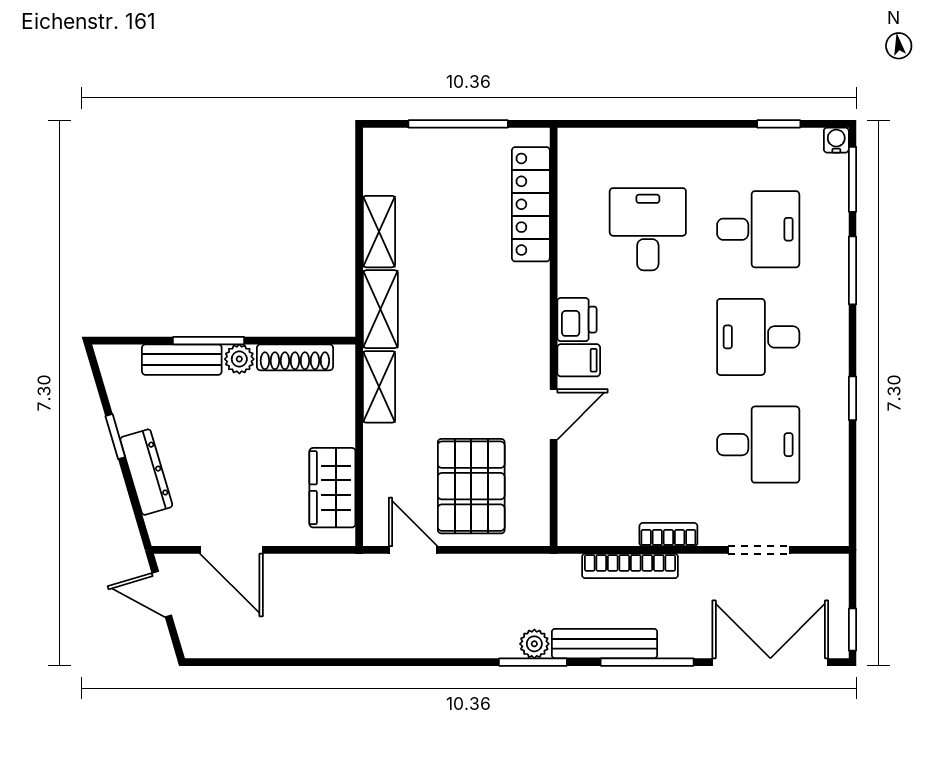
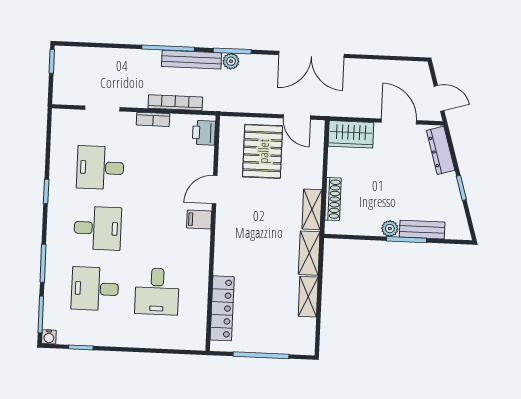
printer: (577, 320) -> (204, 133), moved
shoe rack: (295, 357) -> (333, 199), moved, turned 90
dresser: (146, 472) -> (441, 150), moved
wardrobe: (332, 488) -> (351, 134), moved, turned 90
double door: (770, 662) -> (311, 54), moved

